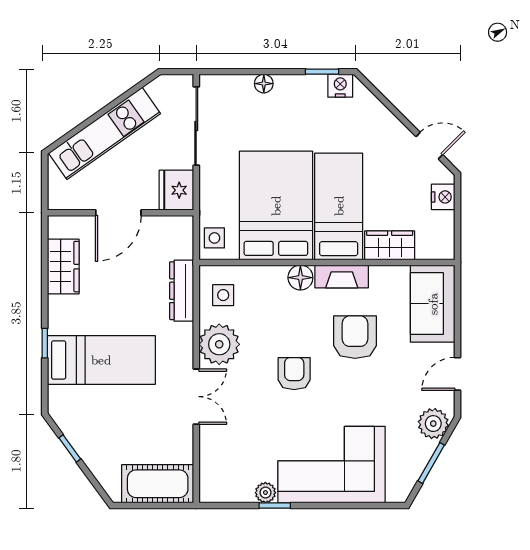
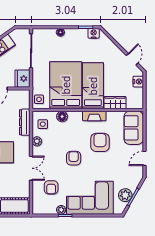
door: (429, 146) -> (132, 59), hinge flipped
floor lamp: (300, 278) -> (62, 117), moved
plant: (219, 344) -> (37, 141), width x0.53, depth x0.53
plant: (433, 424) -> (125, 195), moved
armchair: (242, 441) -> (51, 187), added

